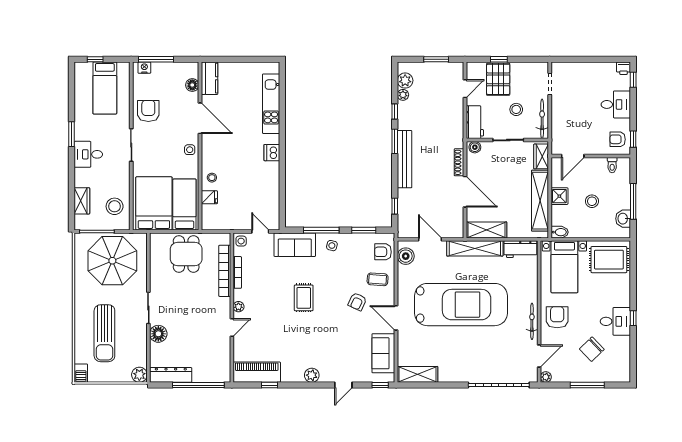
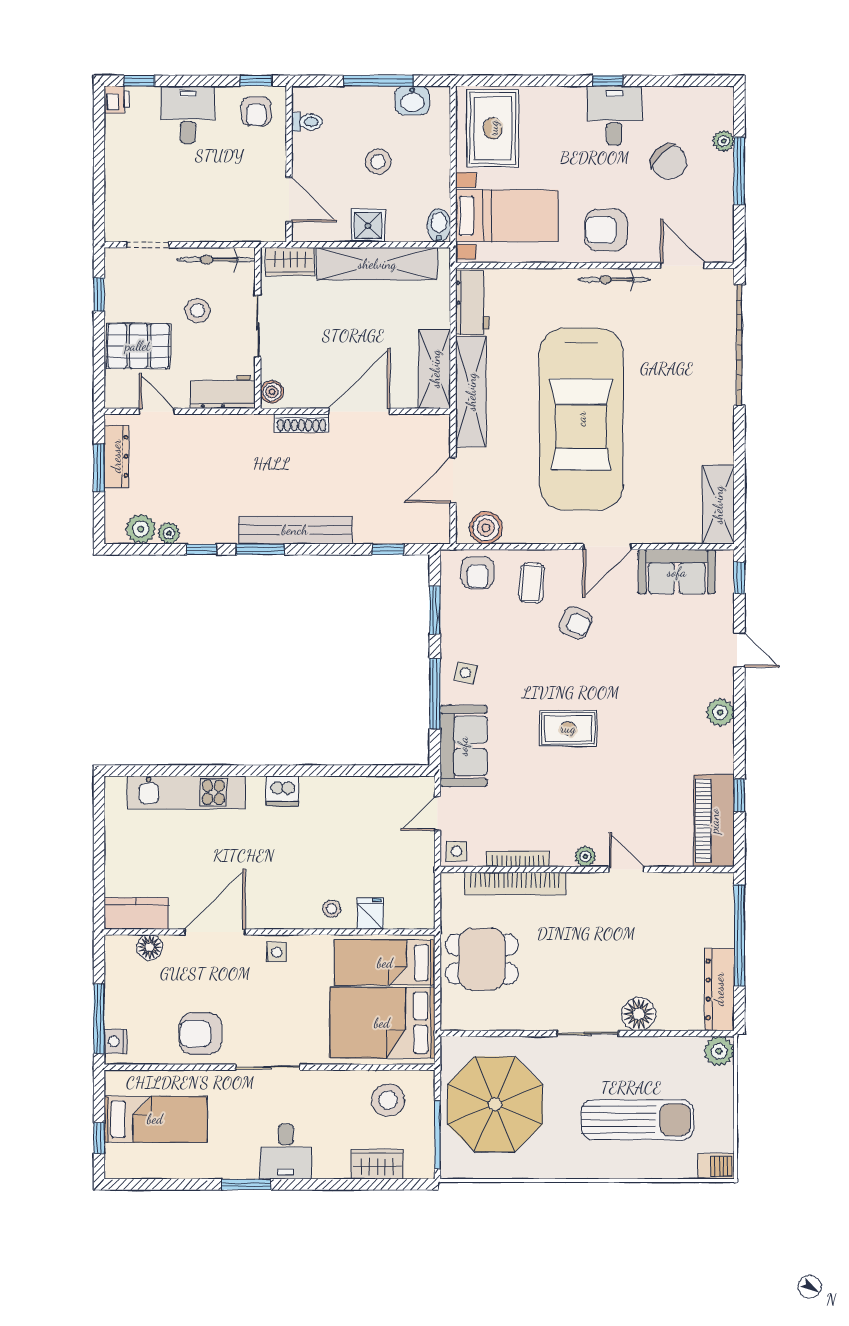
window: (499, 59) -> (99, 294), moved
dresser: (442, 68) -> (116, 456), added
car: (461, 305) -> (581, 419), turned 180
plant: (546, 377) -> (724, 141), moved

